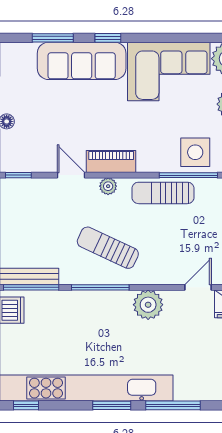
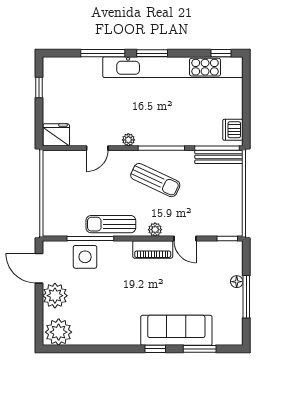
corner sofa: (169, 71) -> (106, 322), removed
sun lounger: (163, 193) -> (111, 224), turned 180
door: (198, 287) -> (97, 148), moved
plant: (148, 305) -> (128, 140), width x0.53, depth x0.53

